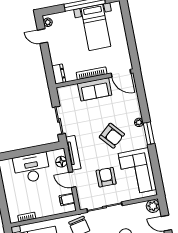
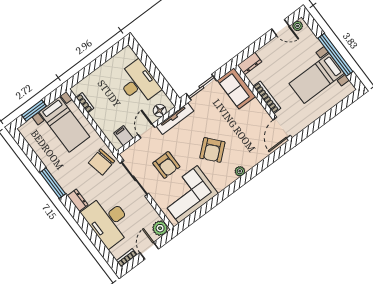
door: (43, 36) -> (280, 28), swing flipped
sofa: (95, 89) -> (237, 88), moved
window: (149, 133) -> (234, 187), removed
armchair: (106, 177) -> (166, 165), turned 90

